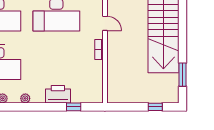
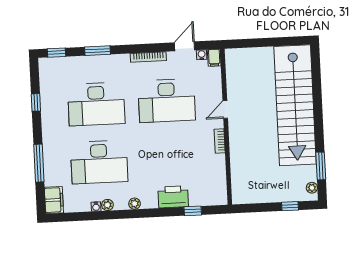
door: (105, 23) -> (225, 109), swing flipped
plant: (174, 92) -> (312, 188), added

